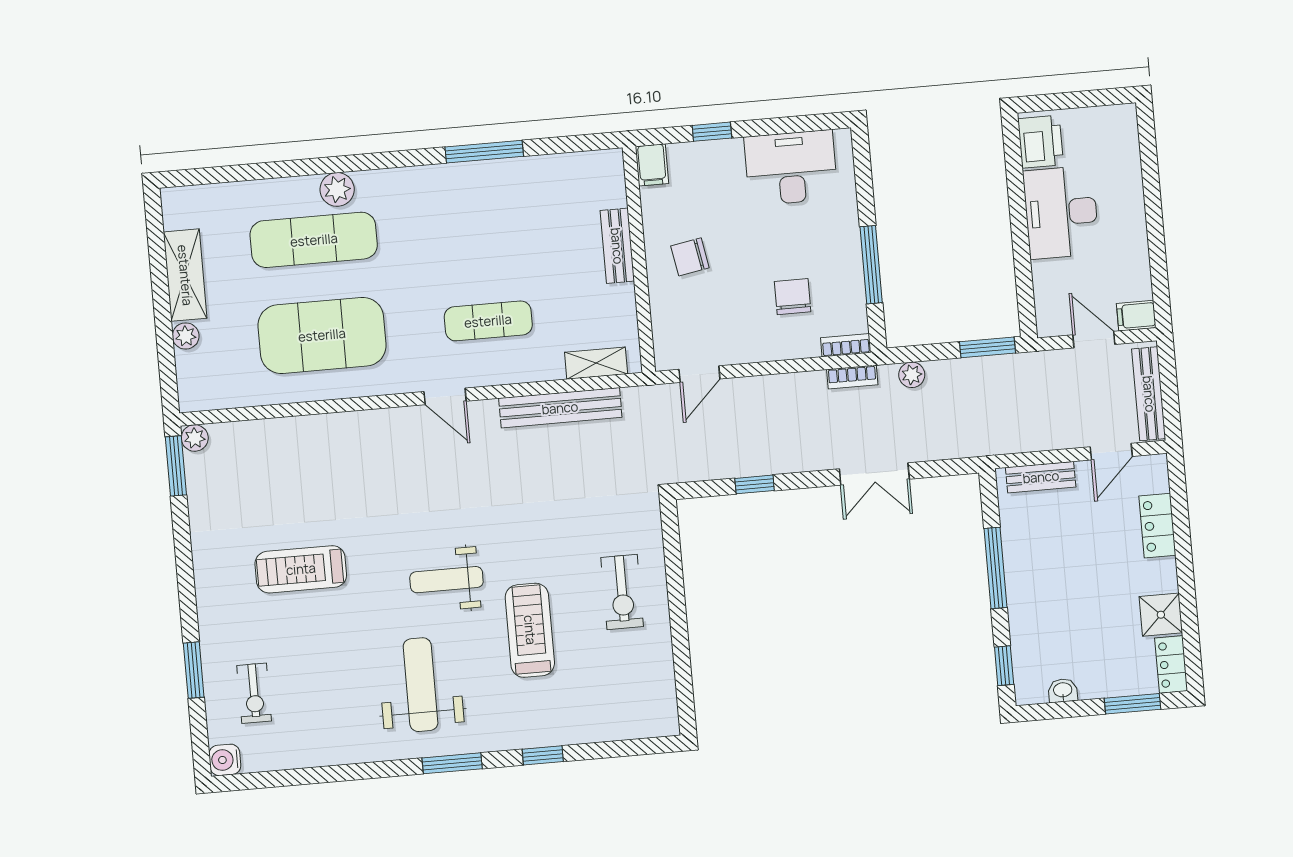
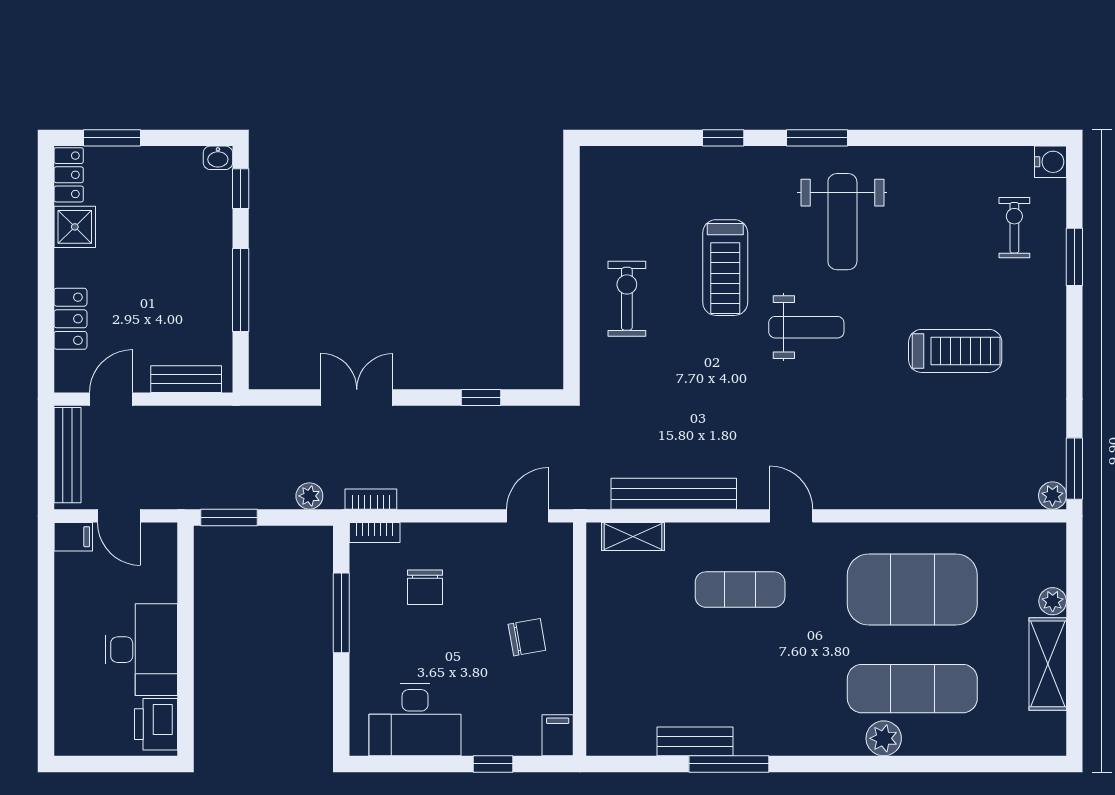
bench: (617, 246) -> (695, 741), moved, turned 90
washbasin: (1063, 690) -> (218, 158), moved

